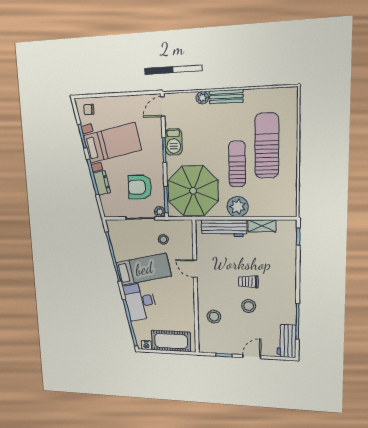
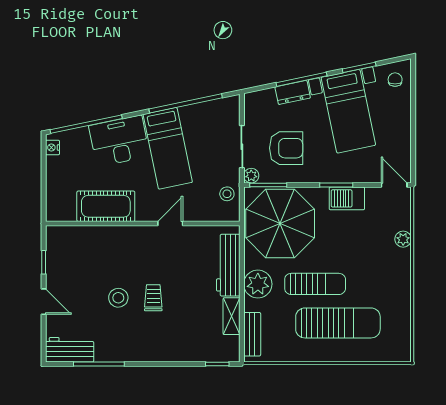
bench: (226, 97) -> (252, 334), moved
armchair: (140, 187) -> (286, 148), turned 90
stool: (163, 239) -> (227, 194), moved
stool: (214, 317) -> (101, 249), removed
cot: (171, 341) -> (106, 206), moved, turned 90

